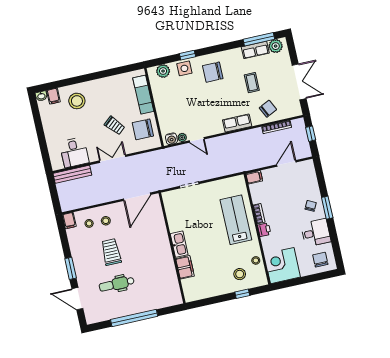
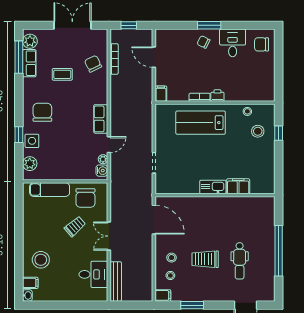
chair: (213, 72) -> (42, 112), turned 180
row of seats: (237, 123) -> (101, 119), moved
corner desk: (282, 266) -> (259, 85), removed
window: (71, 268) -> (192, 305), moved

